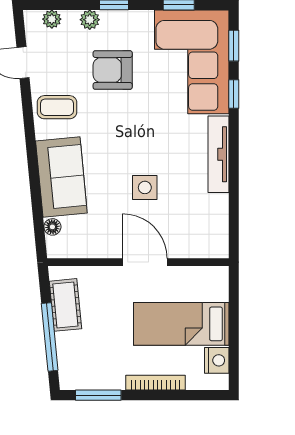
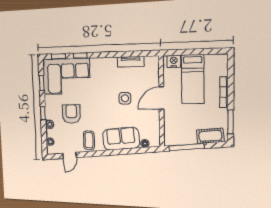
armchair: (113, 70) -> (71, 114), turned 180
tv unit: (218, 154) -> (131, 62), moved, width x0.71
cot: (65, 305) -> (210, 136), moved
window: (50, 337) -> (186, 147), moved
nightstand: (217, 360) -> (174, 61), moved

